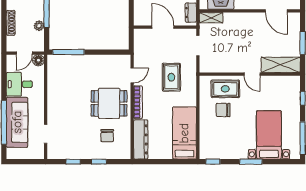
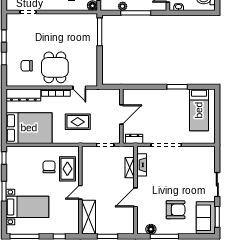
door: (276, 11) -> (135, 197), moved
shelving: (211, 18) -> (130, 168), moved
bed: (184, 133) -> (29, 128), width x1.50

